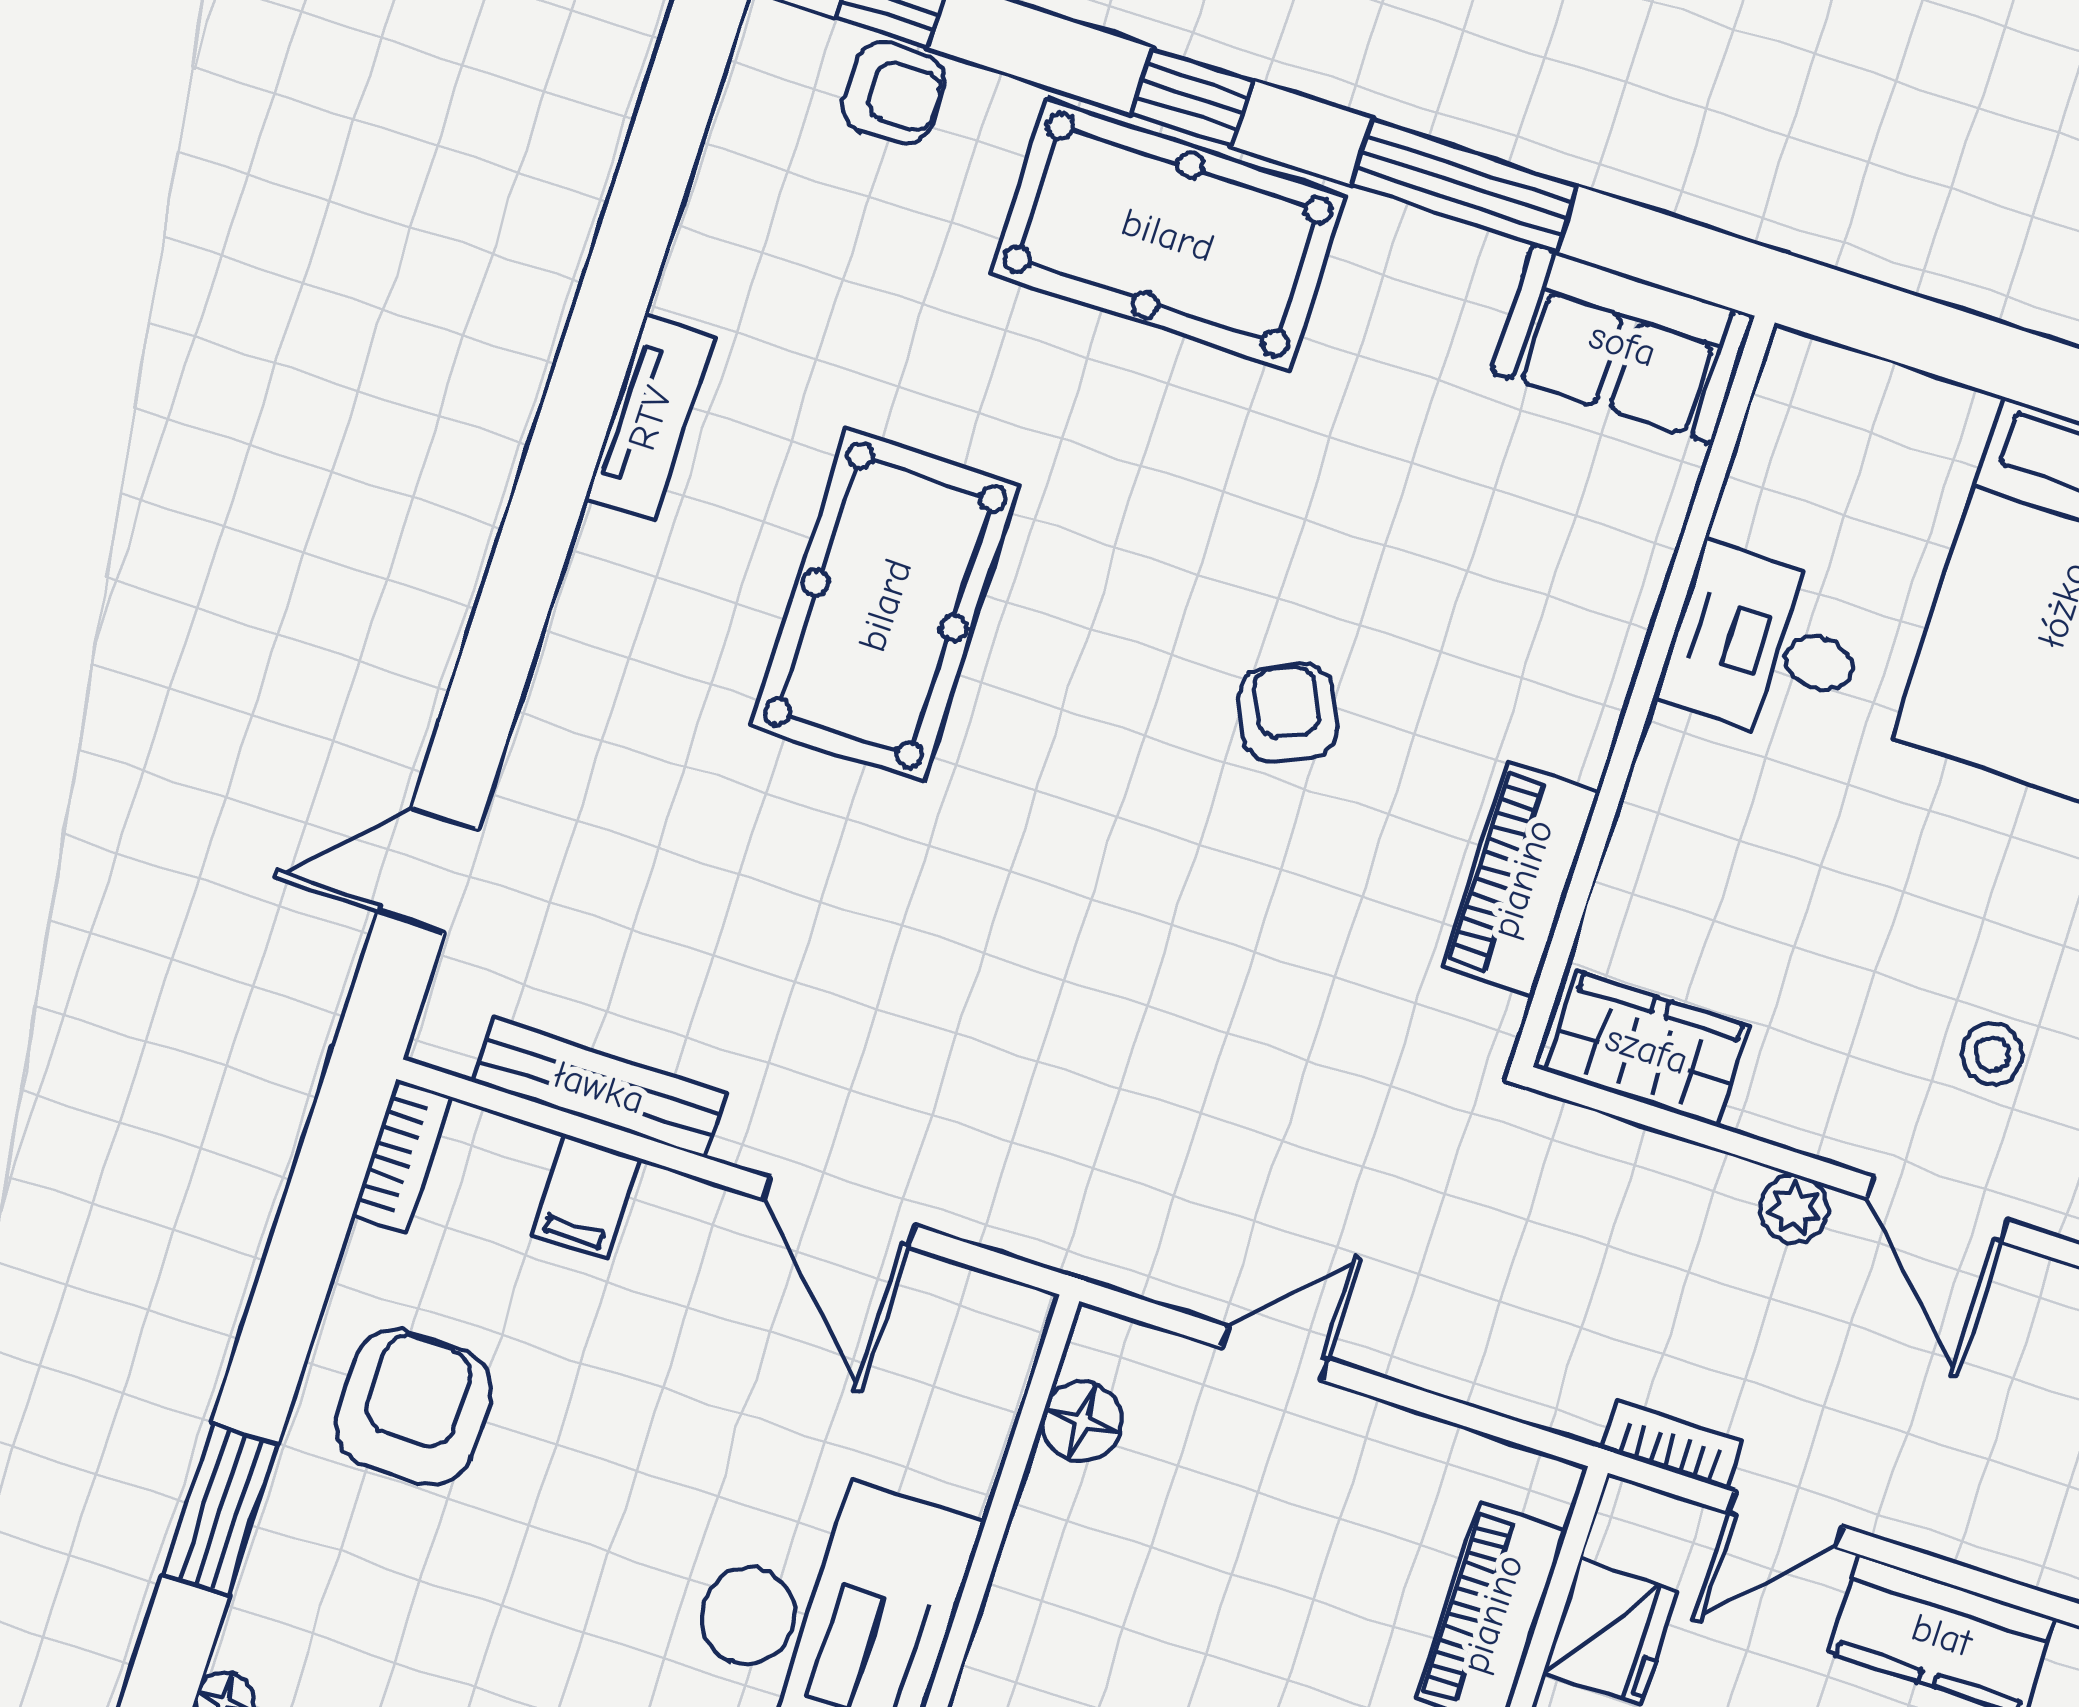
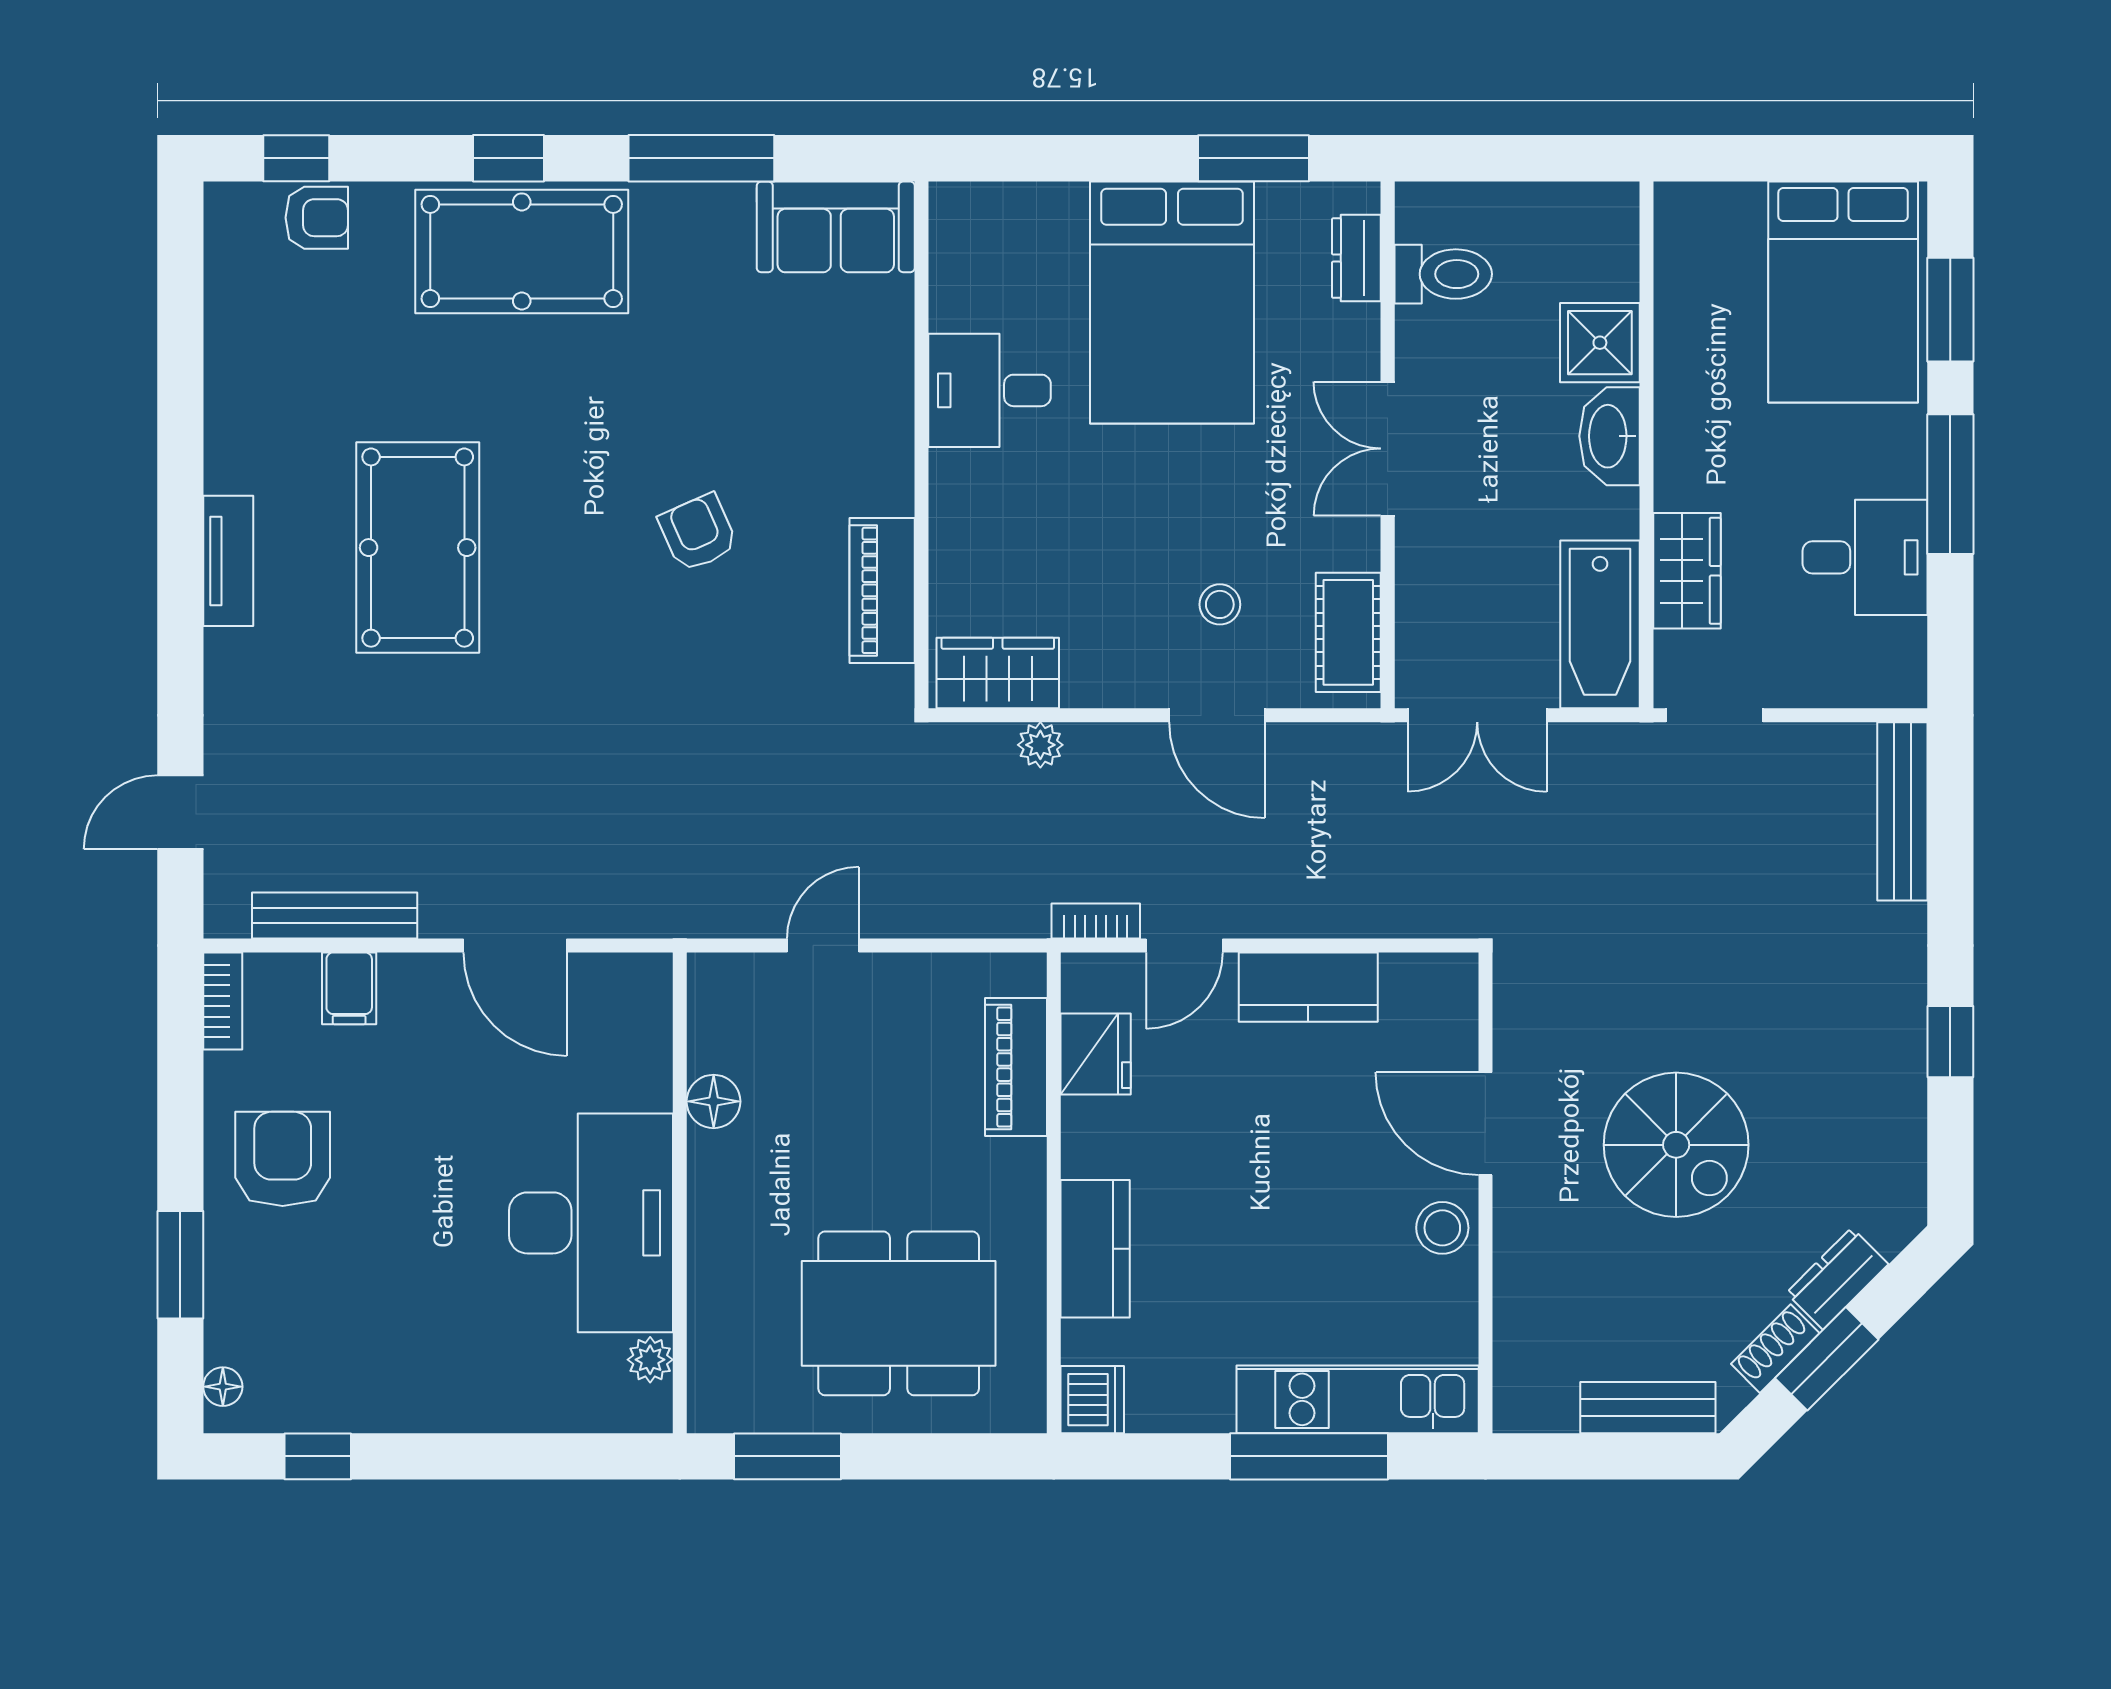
tv unit: (650, 418) -> (228, 561), moved
plant: (1794, 1209) -> (1040, 745), moved
floor lamp: (1082, 1421) -> (714, 1101), moved

